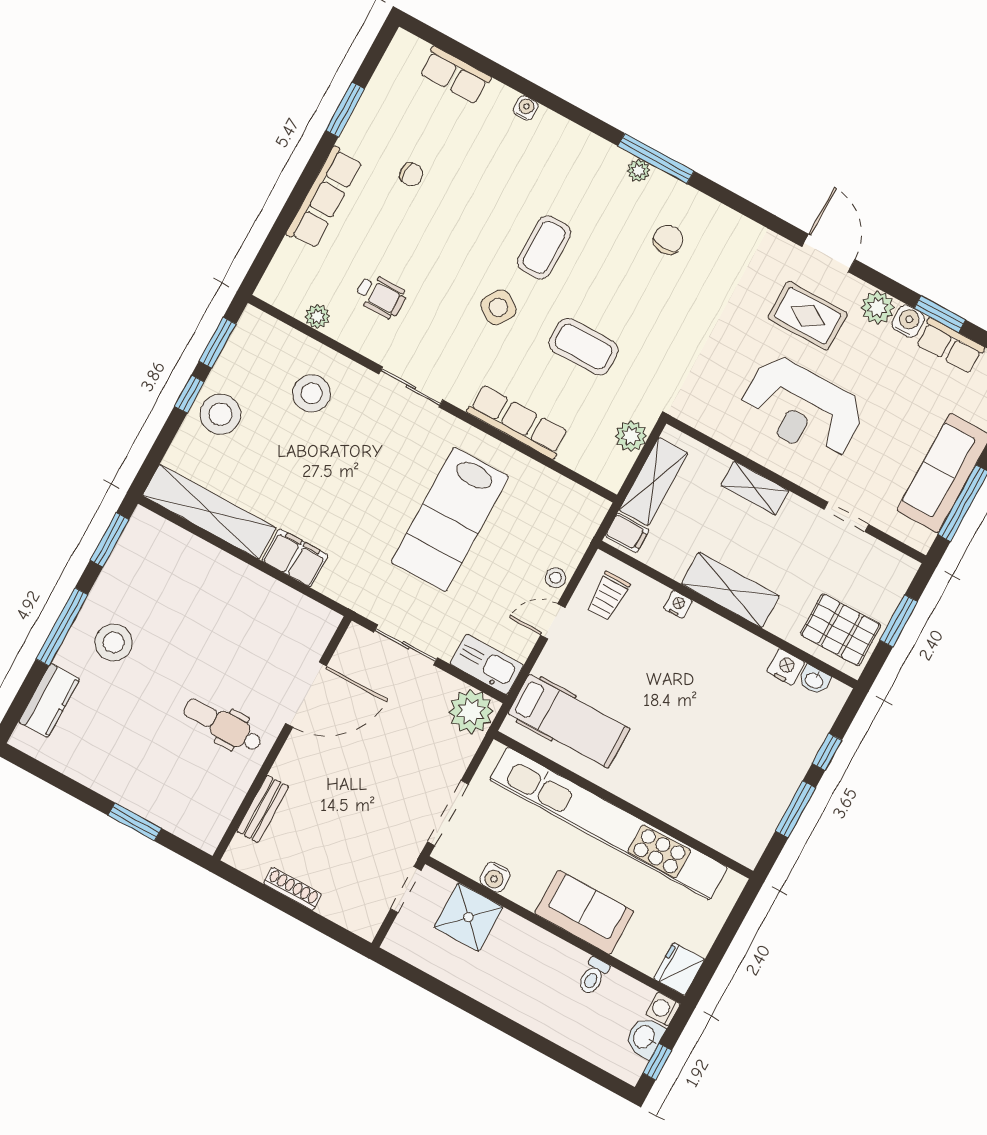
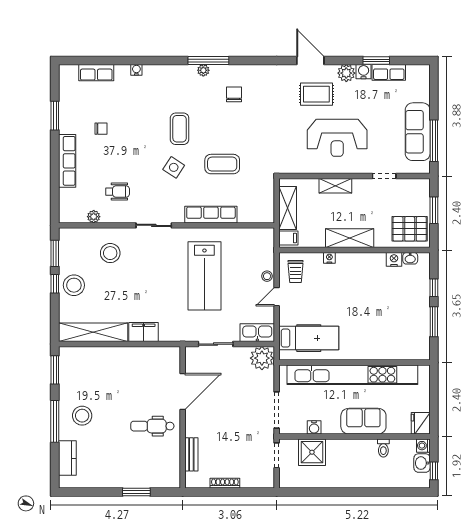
plant: (631, 436) -> (266, 193), removed

